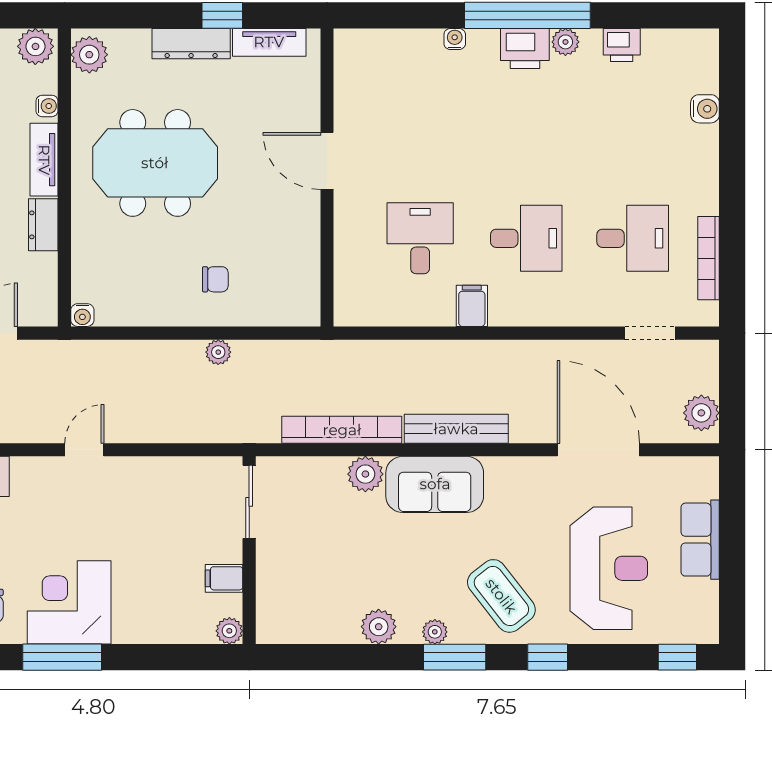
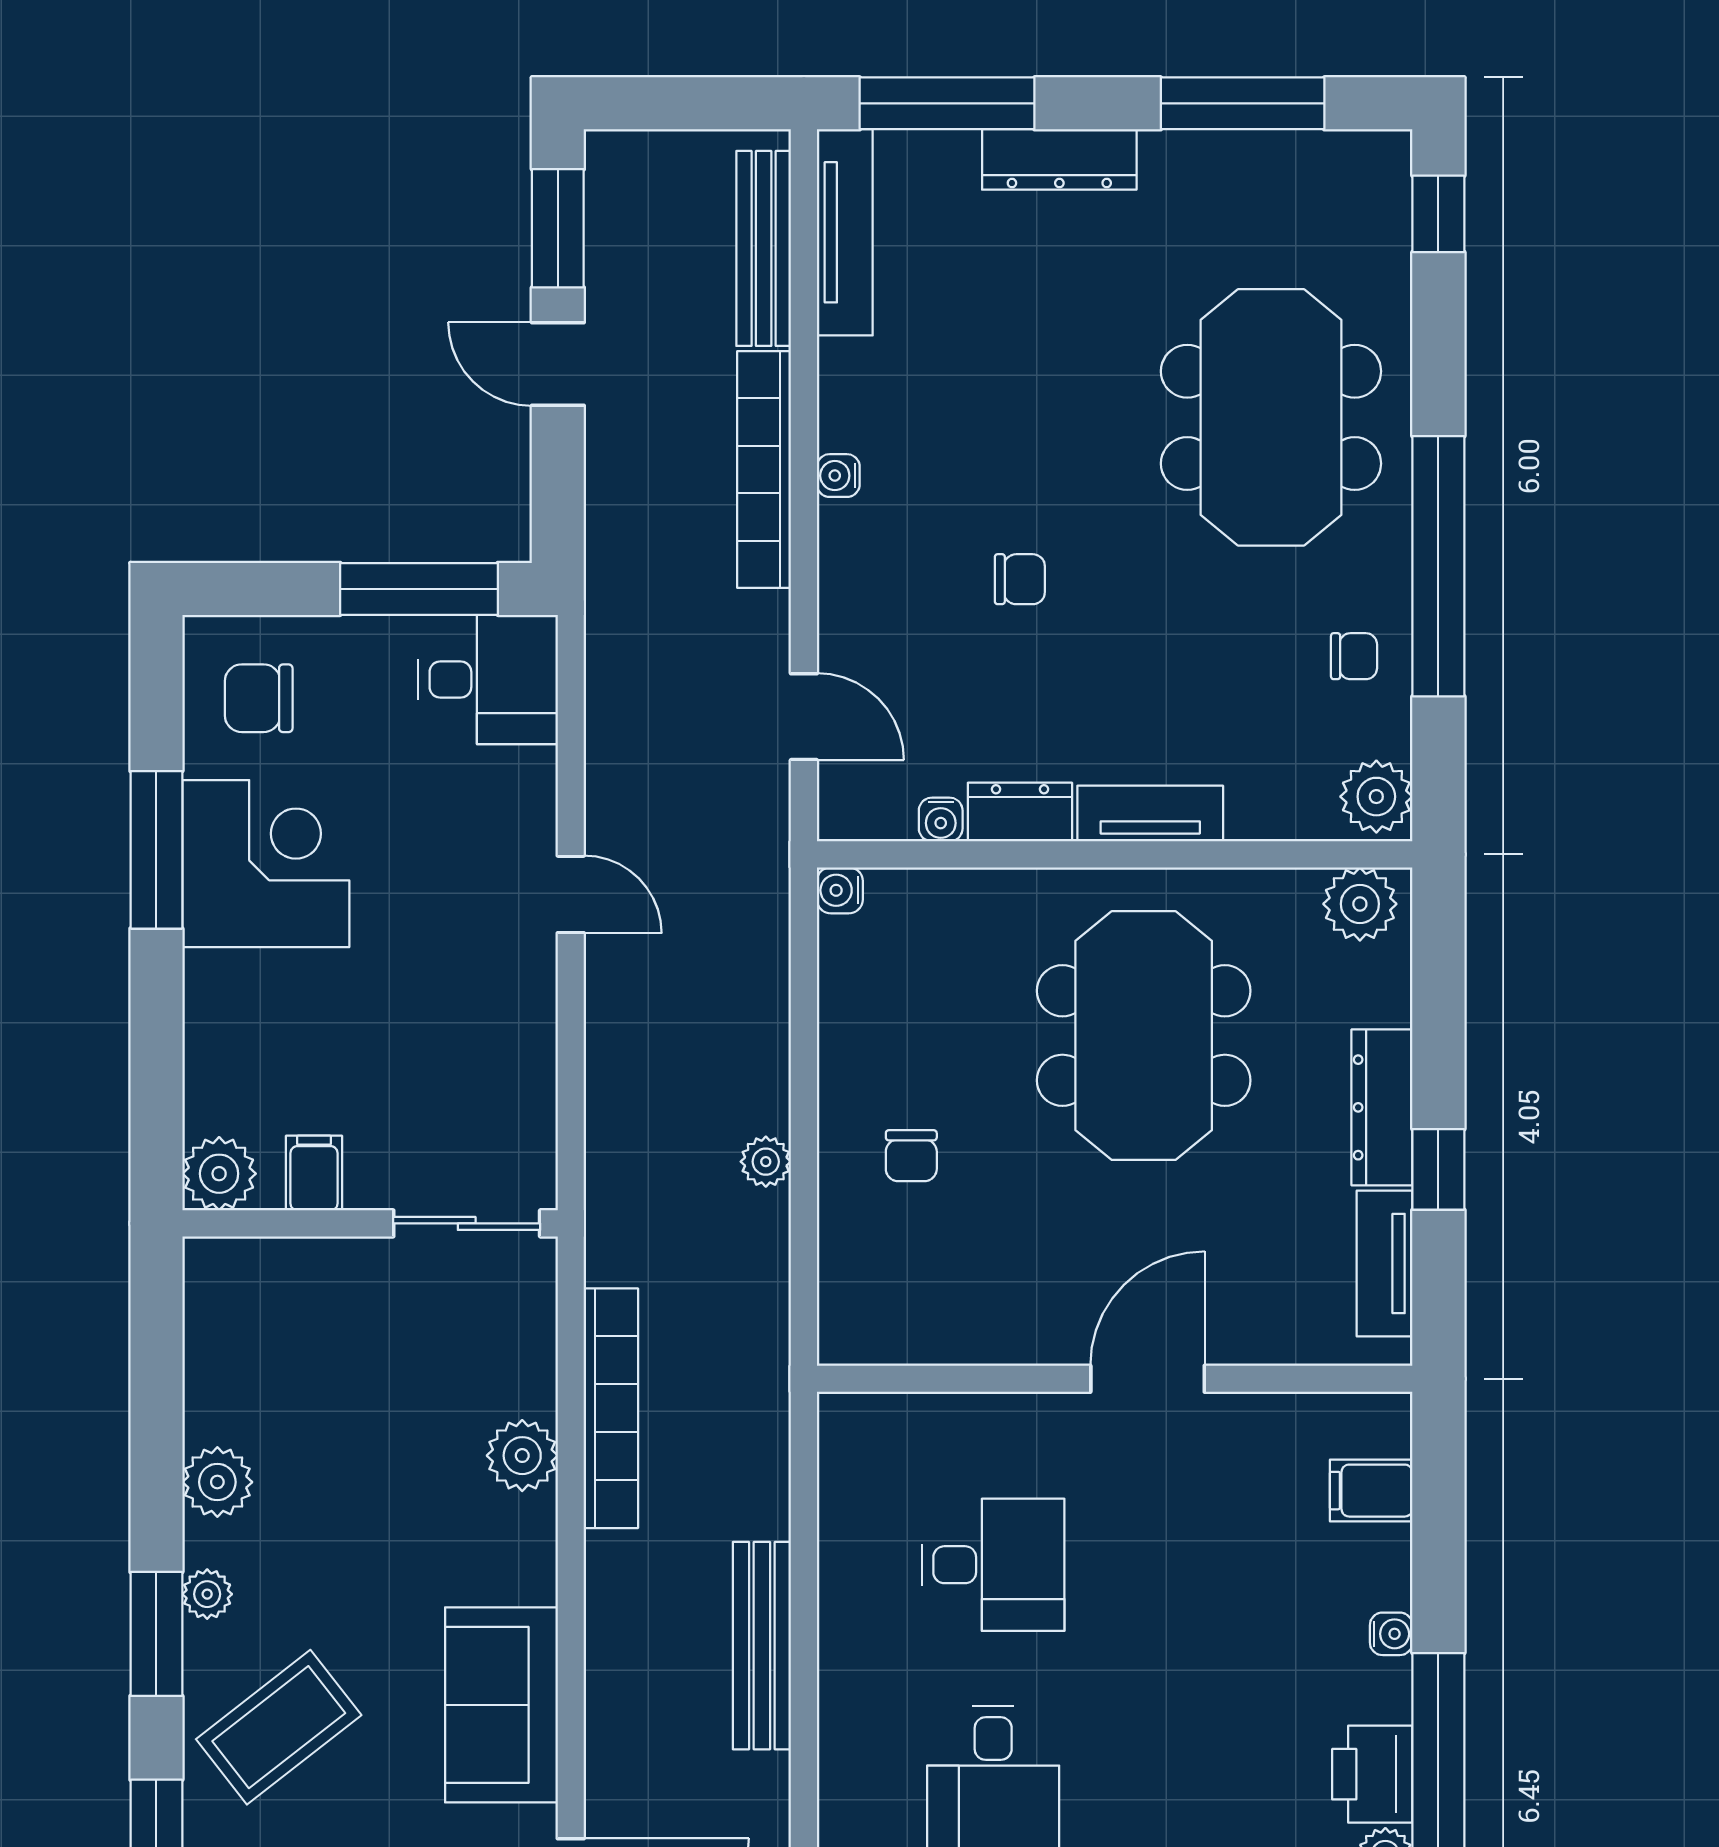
water cooler: (47, 106) -> (941, 820), moved
filing cabinet: (472, 306) -> (1371, 1491), moved, turned 180
bench: (456, 429) -> (762, 1646), moved
sofa: (435, 484) -> (501, 1705), moved
plant: (229, 631) -> (219, 1174), width x1.38, depth x1.38

